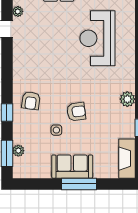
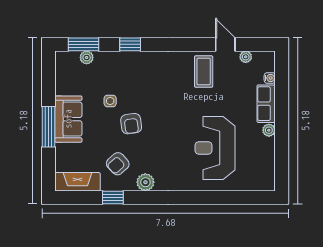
reception desk: (97, 38) -> (215, 148), turned -90
coffee table: (31, 48) -> (204, 72), added
armchair: (31, 101) -> (118, 164), moved, turned -50

